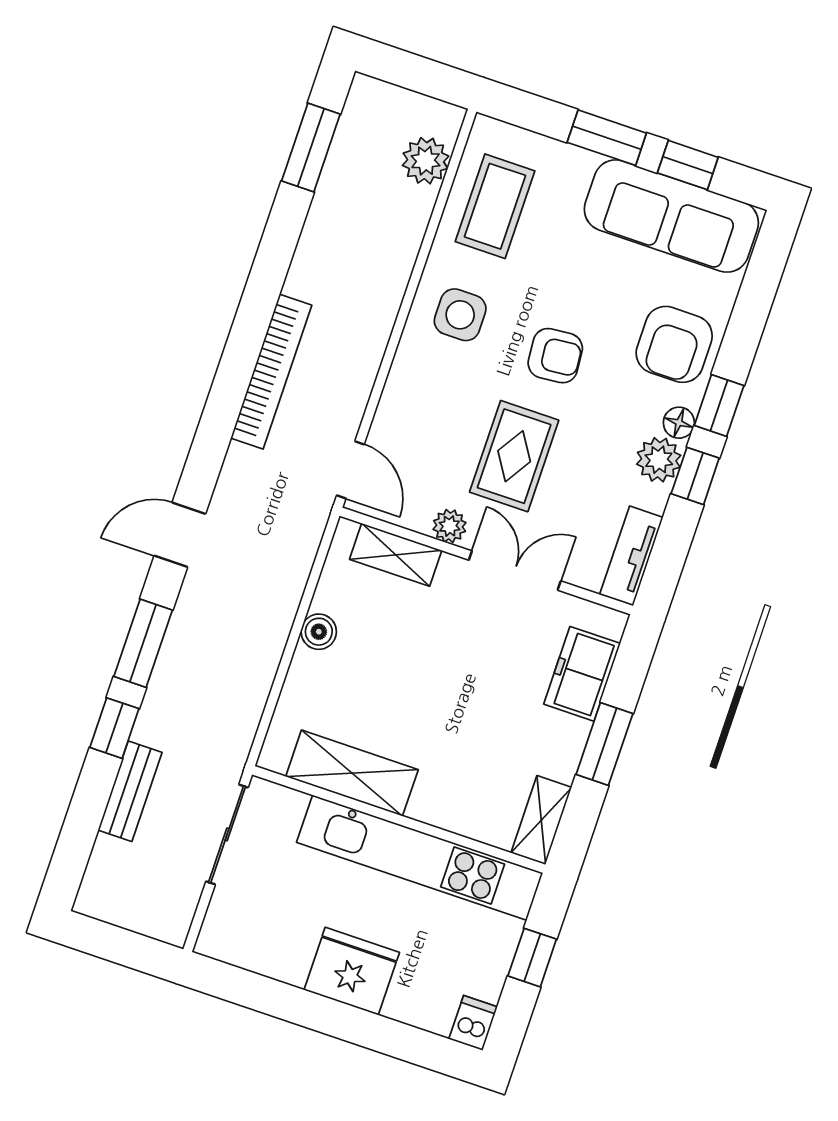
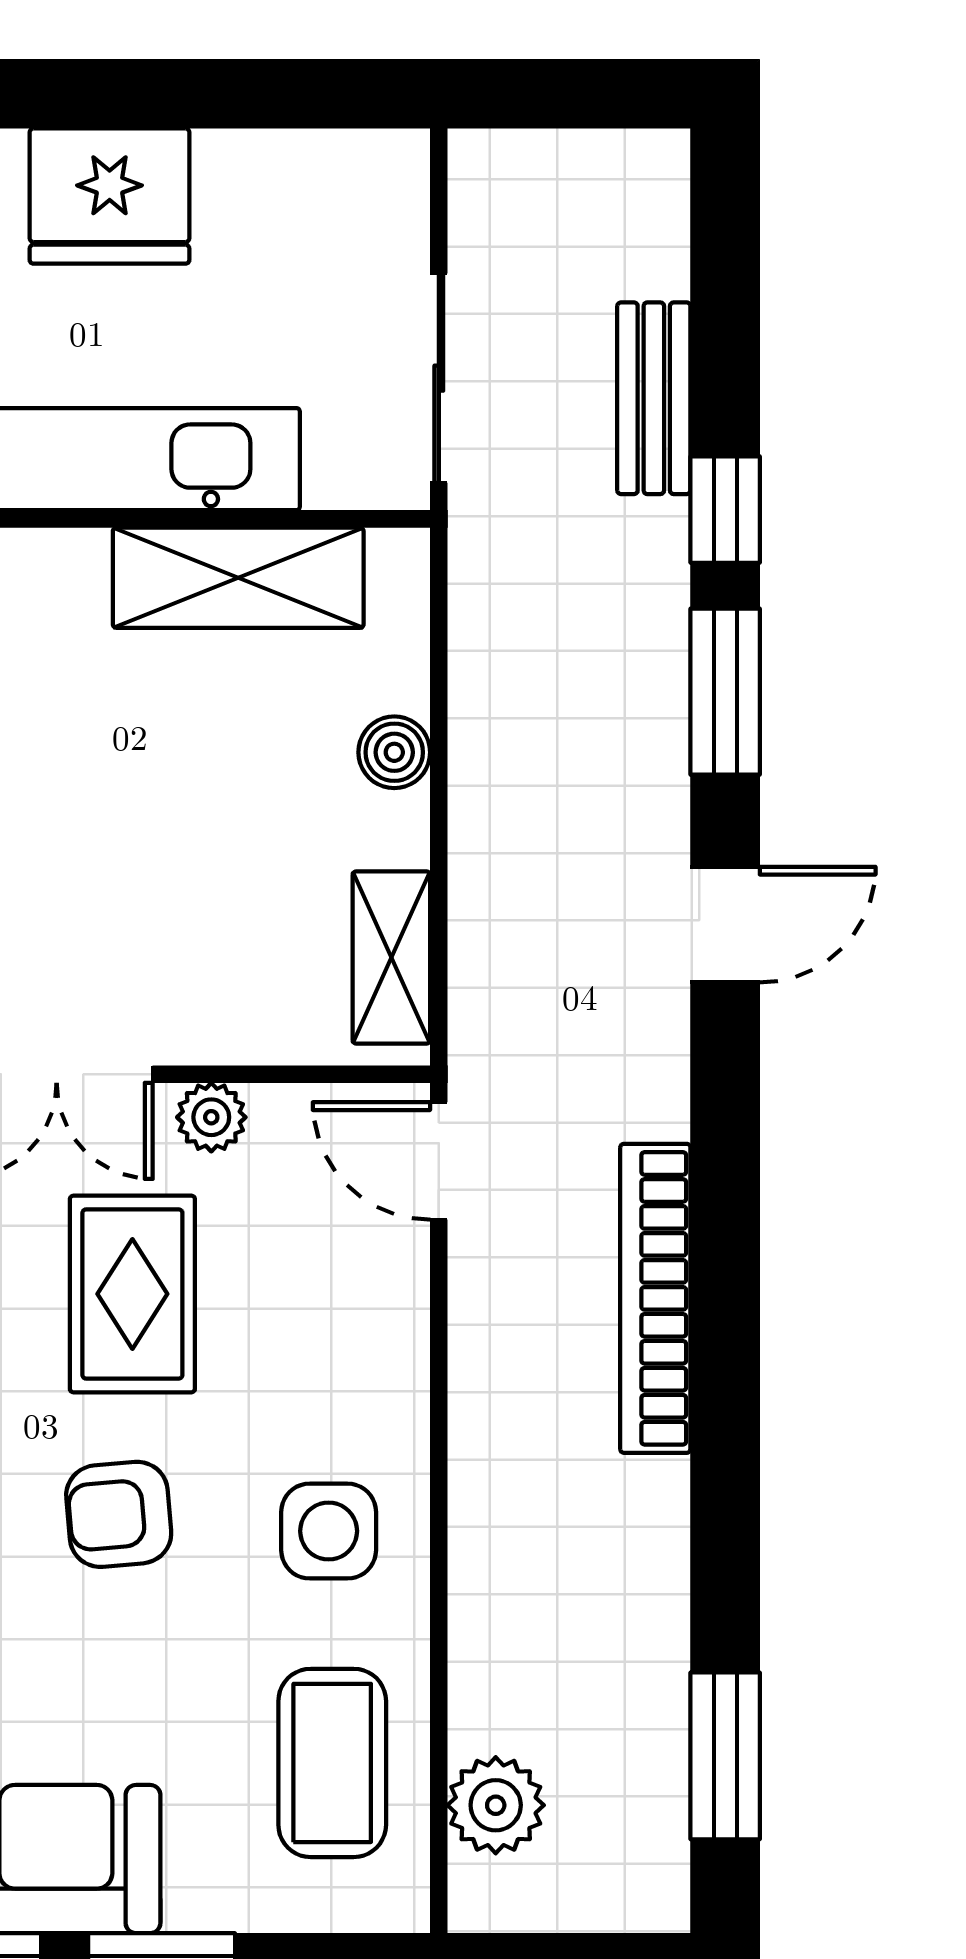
shelving: (396, 555) -> (391, 958), moved, turned 90
boiler: (319, 632) -> (394, 752), moved

